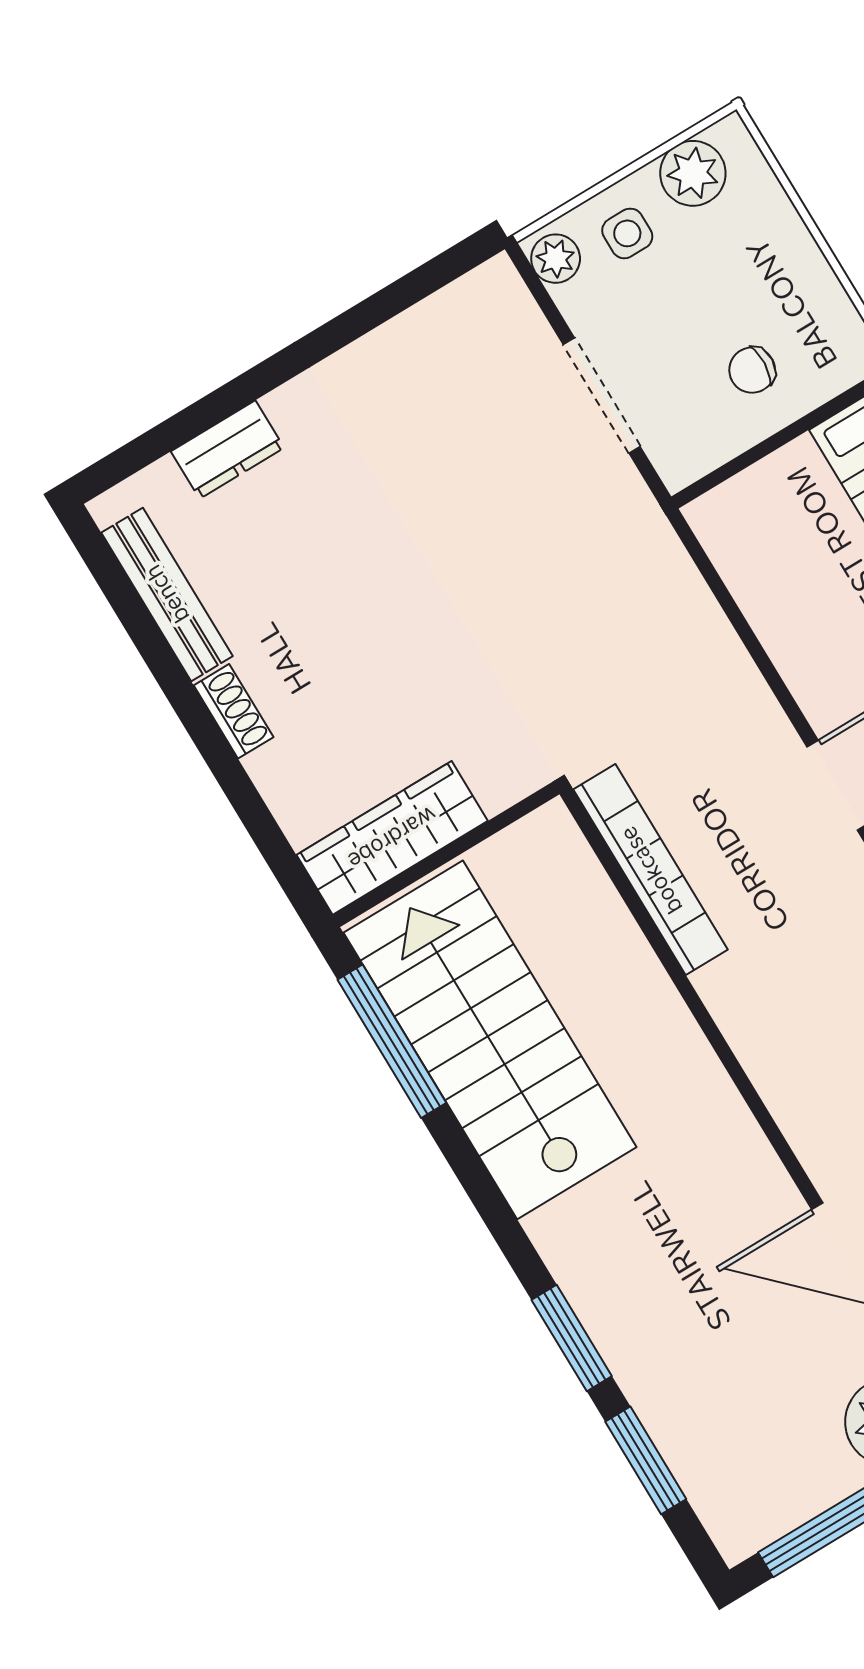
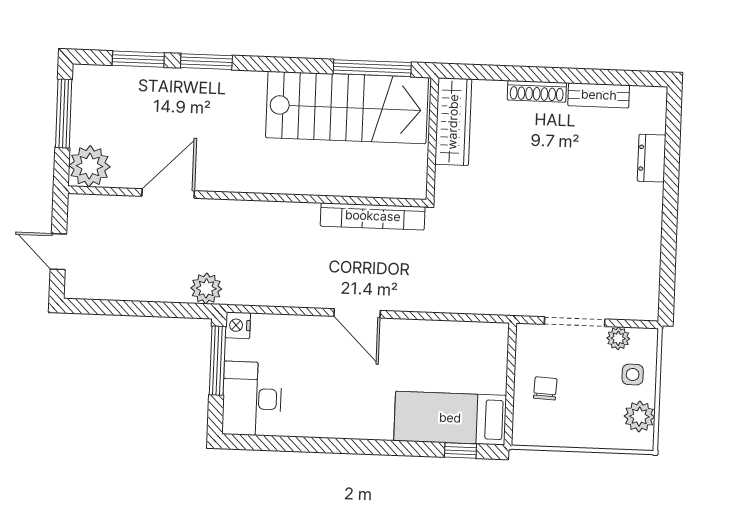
plant: (556, 259) -> (618, 338), moved
bench: (167, 594) -> (599, 95), width x0.73
shoe rack: (234, 711) -> (537, 91), width x1.43

